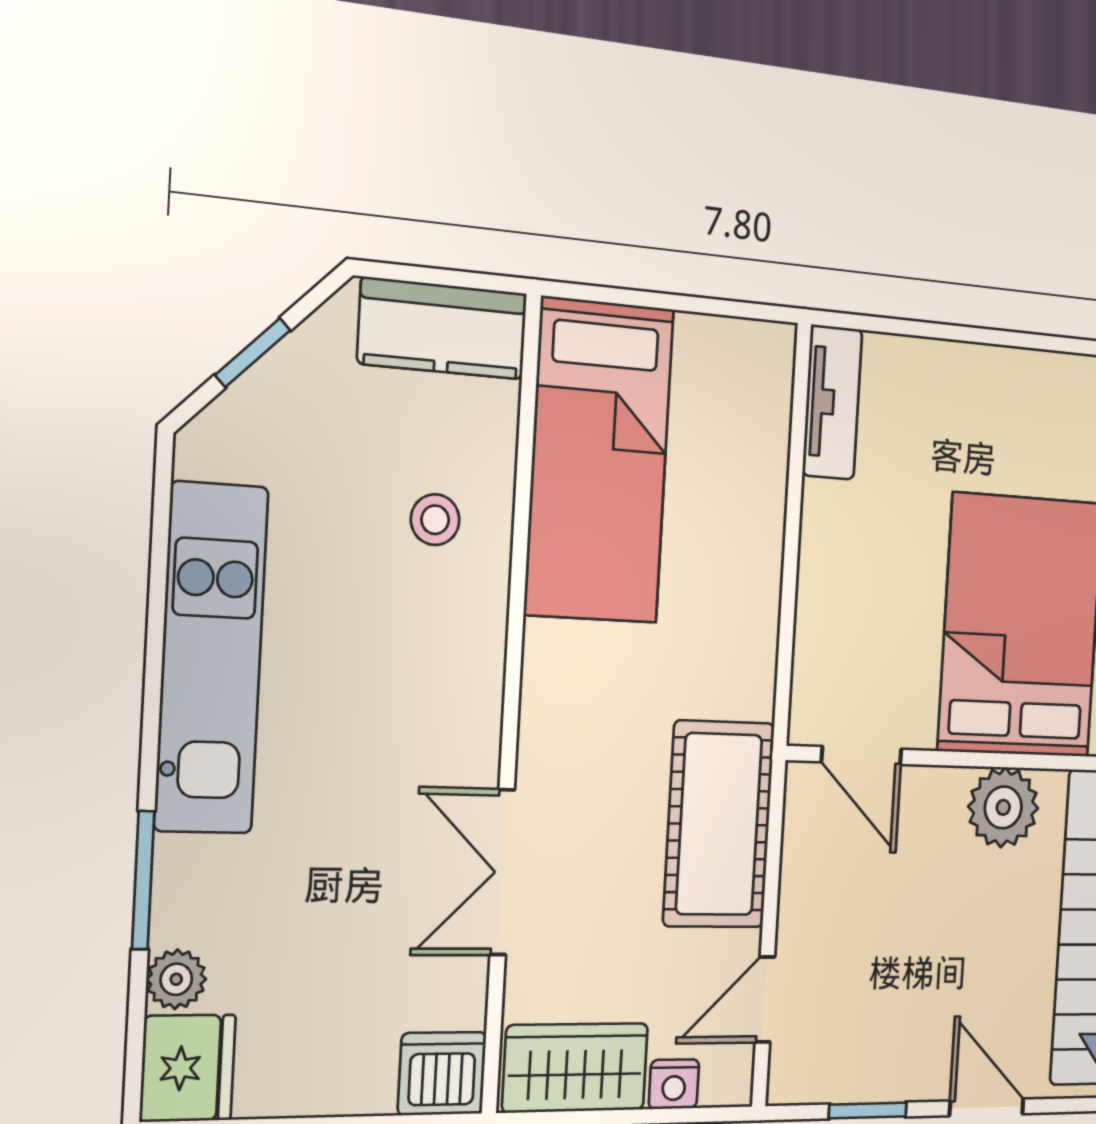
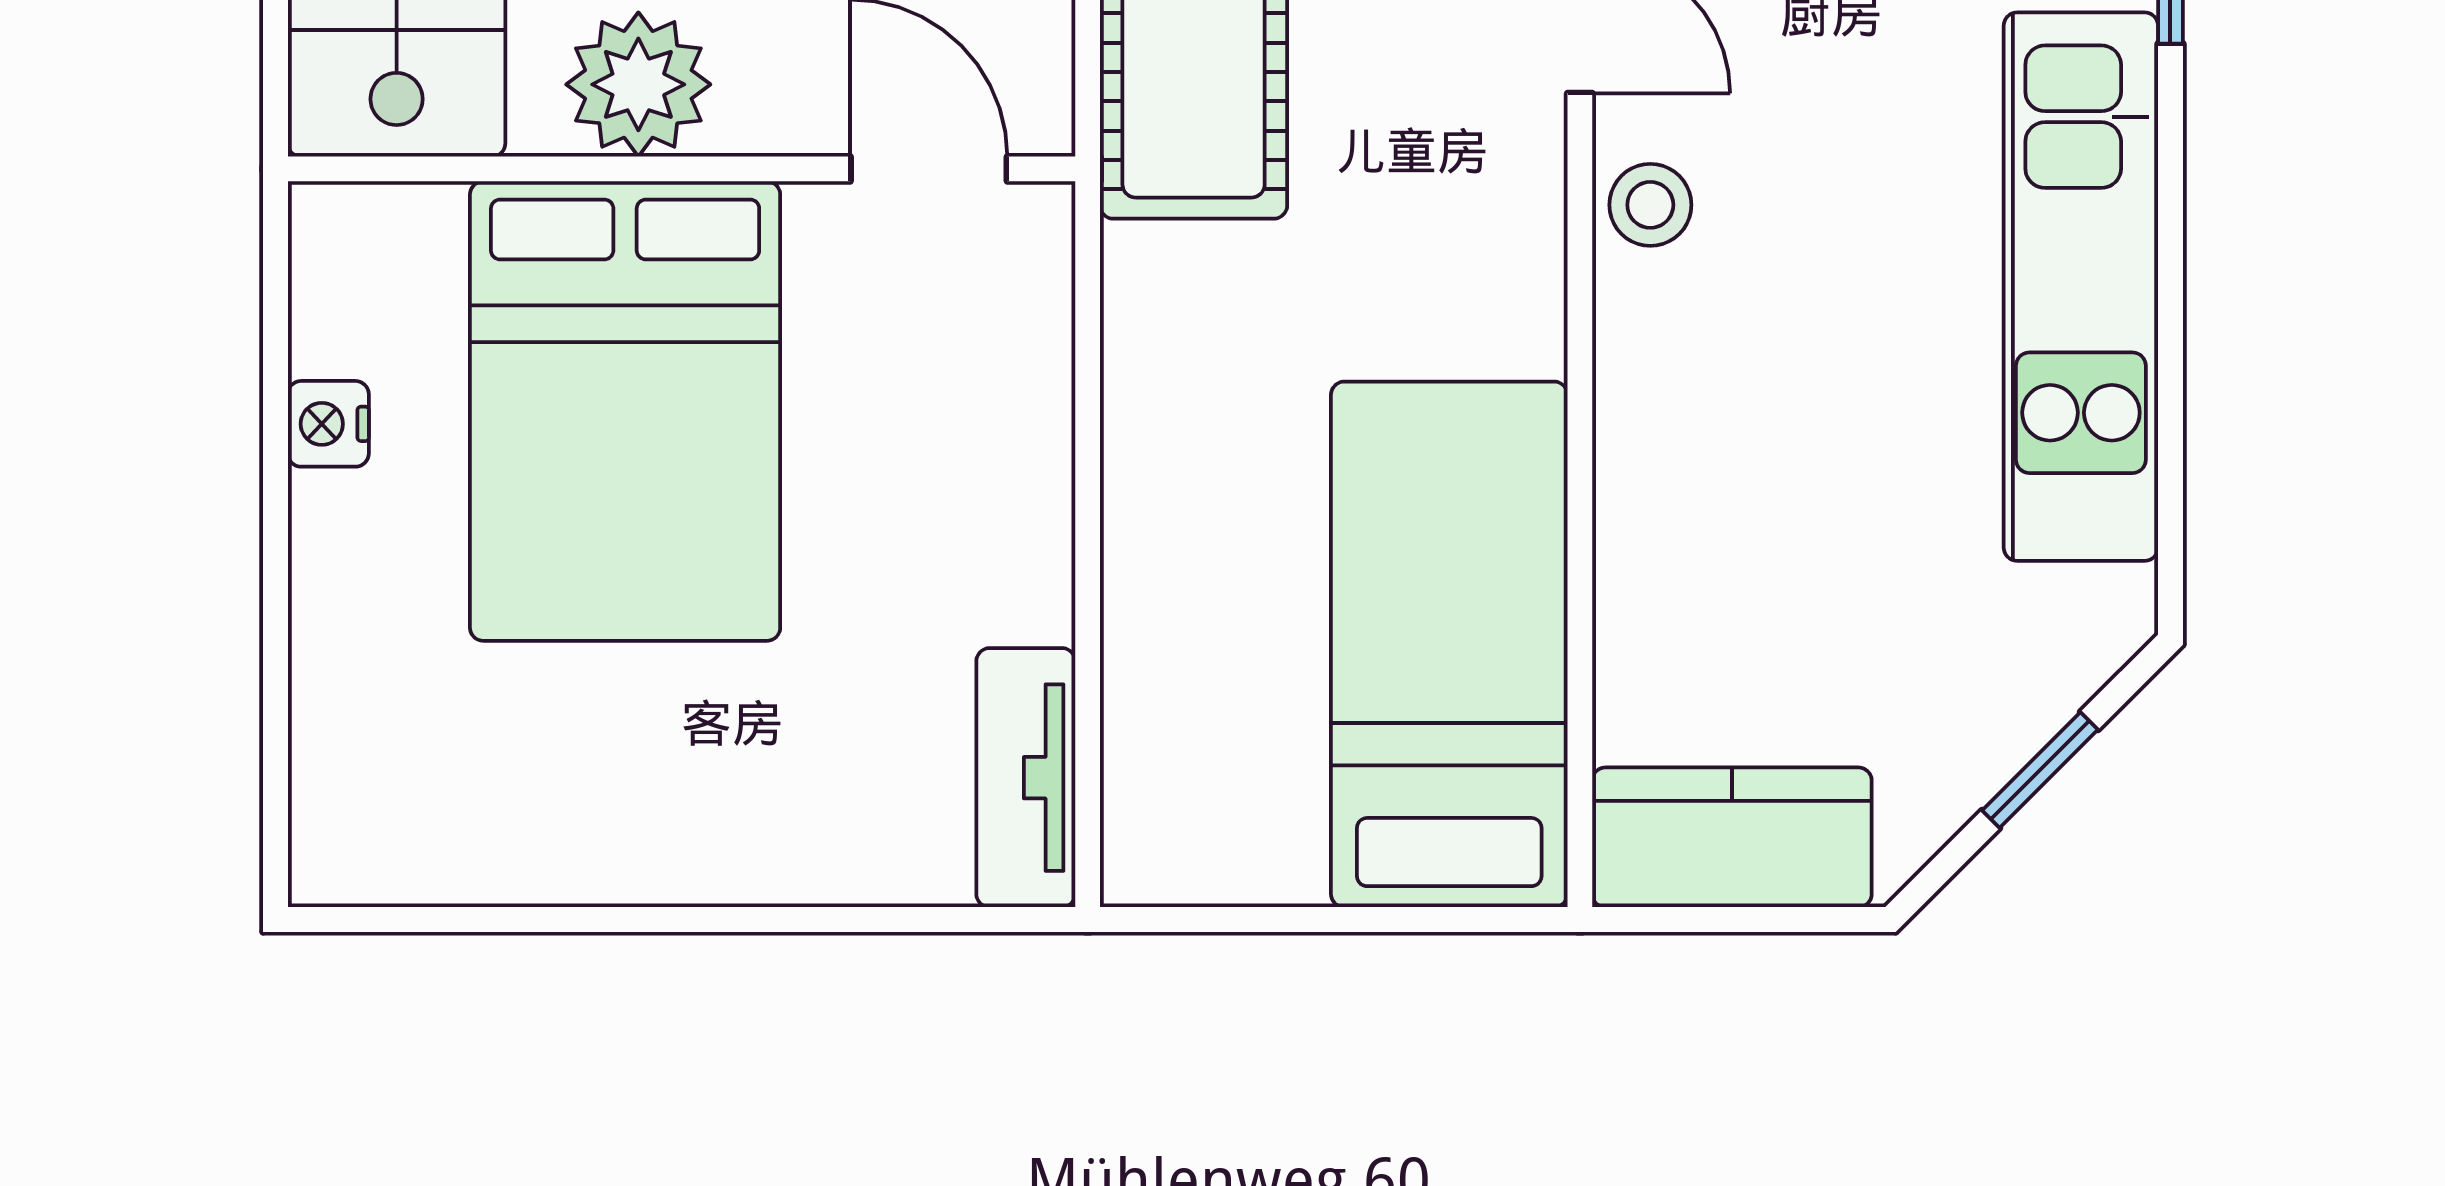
stool: (435, 520) -> (1650, 205), moved

